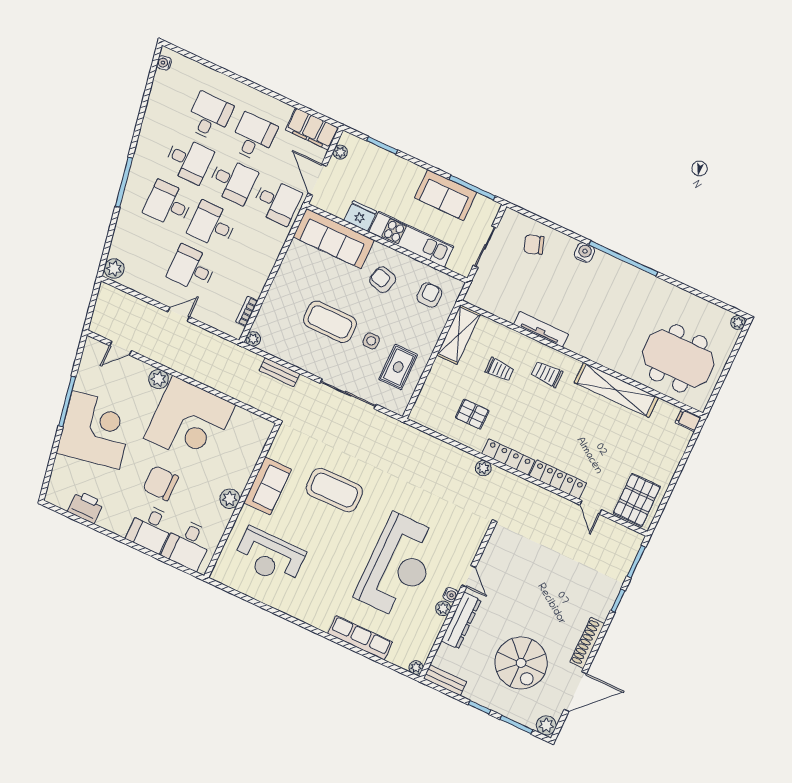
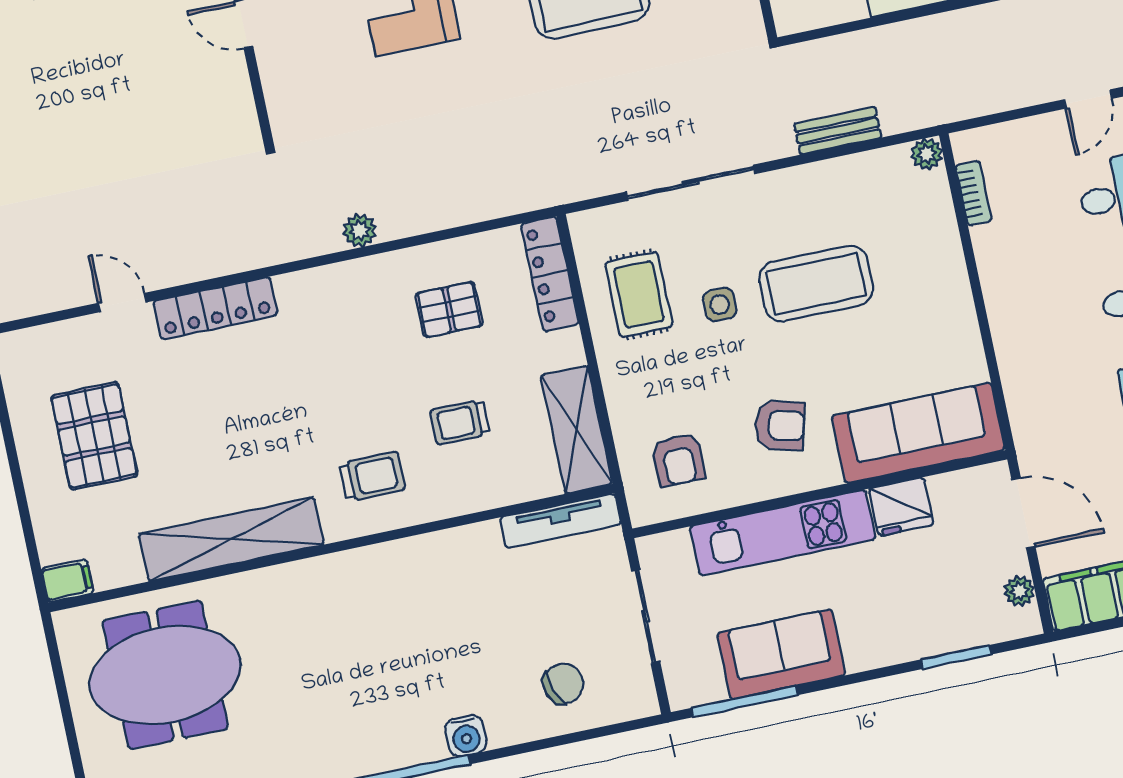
desk: (277, 202) -> (1065, 423), removed
tv unit: (541, 329) -> (561, 521), moved
locker: (508, 457) -> (550, 274), moved, turned 90
pallet: (637, 500) -> (94, 436), moved

